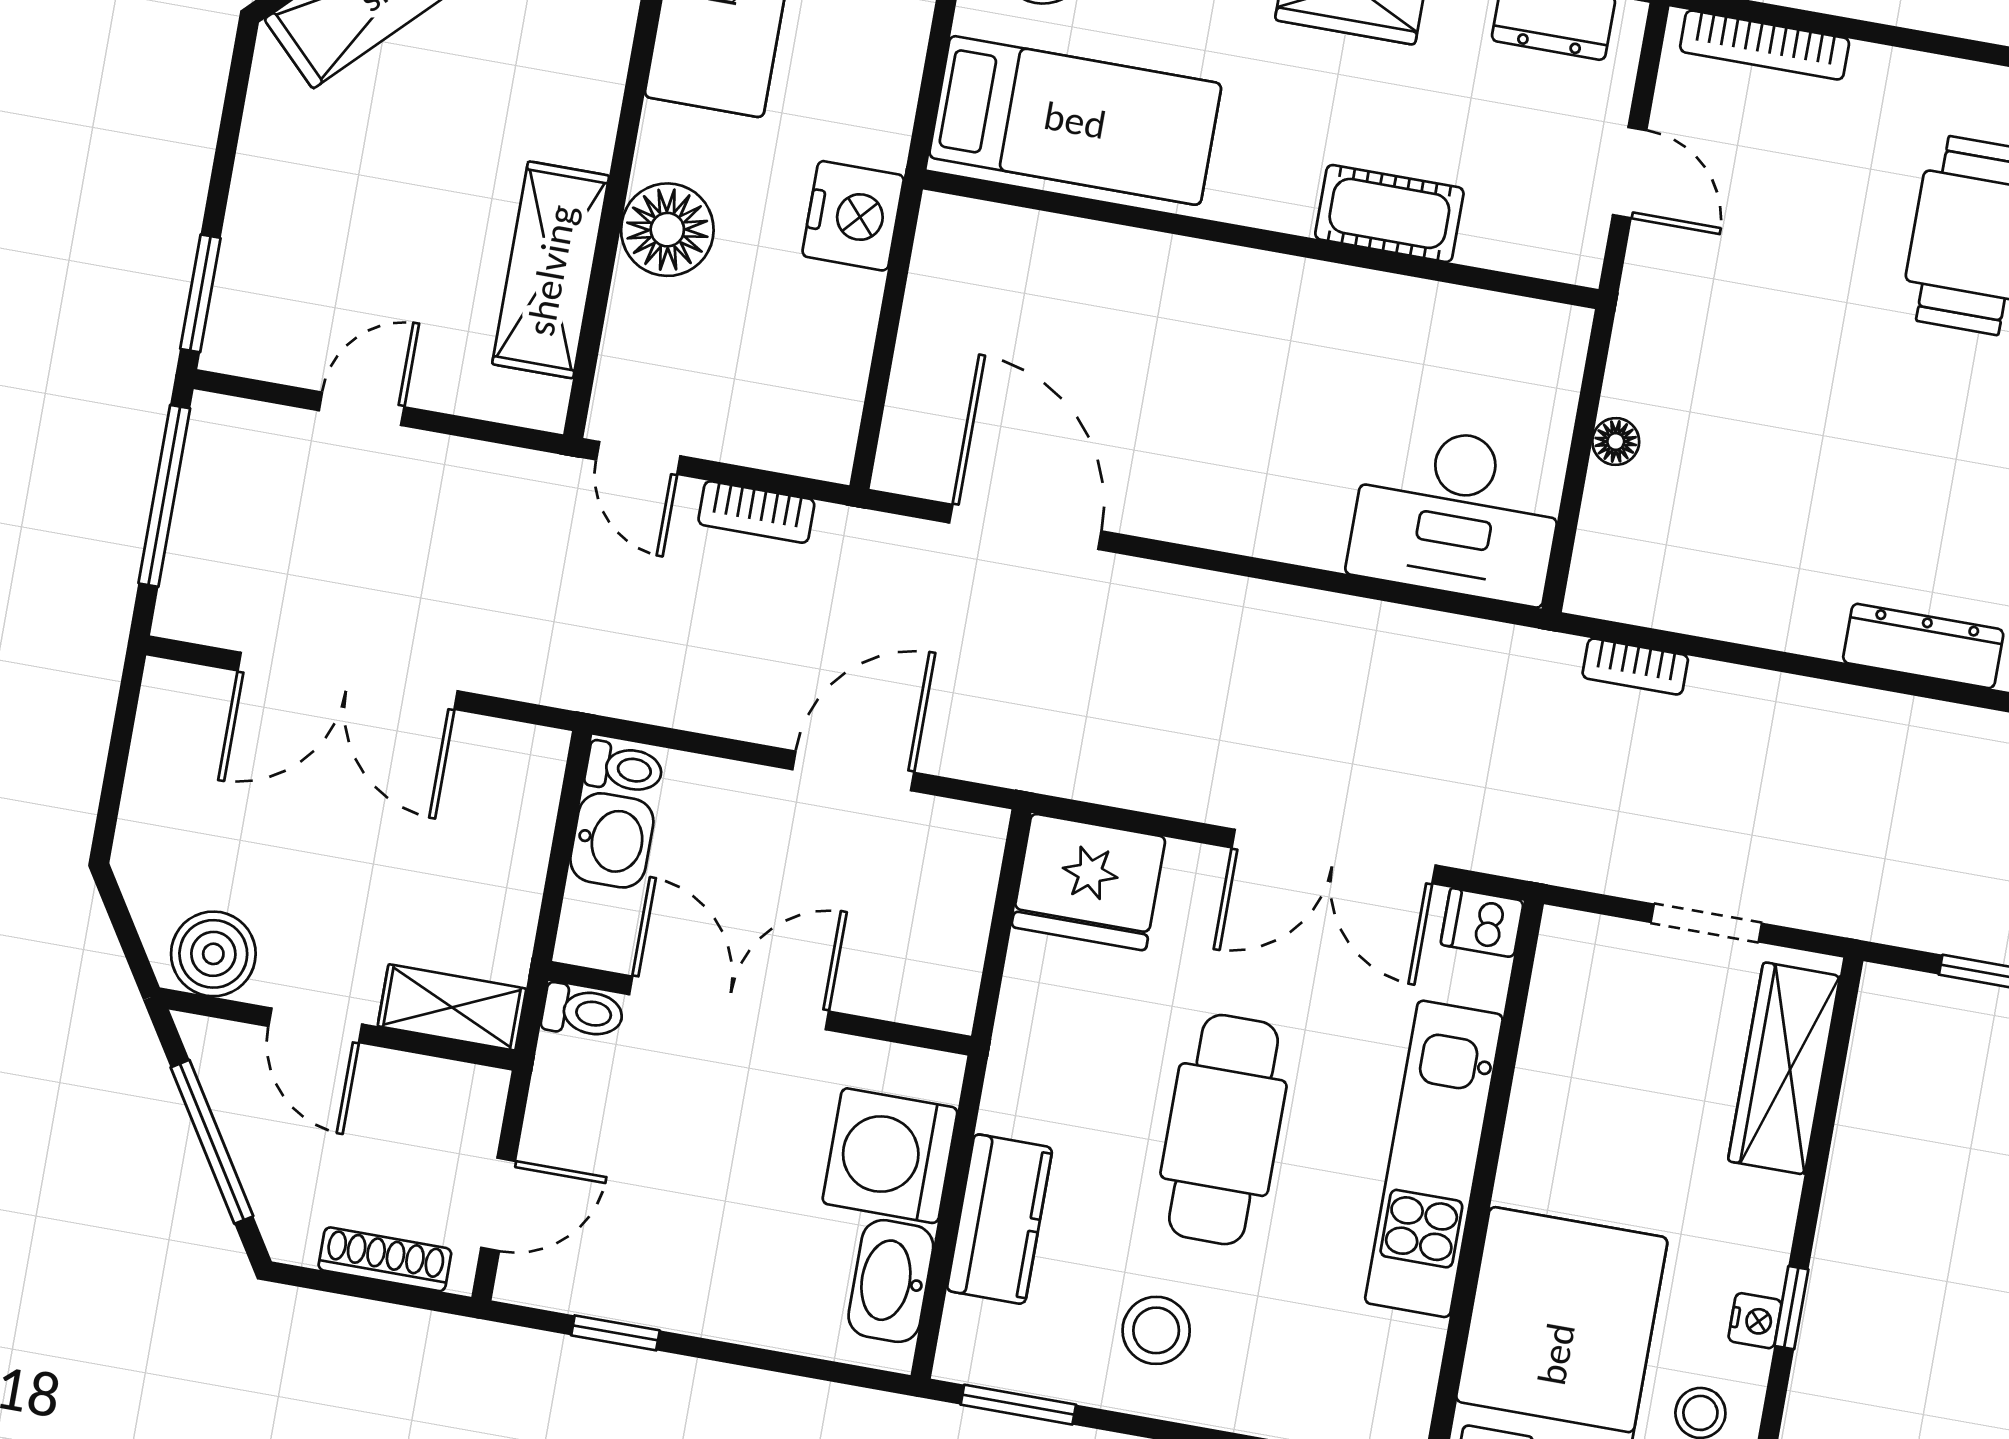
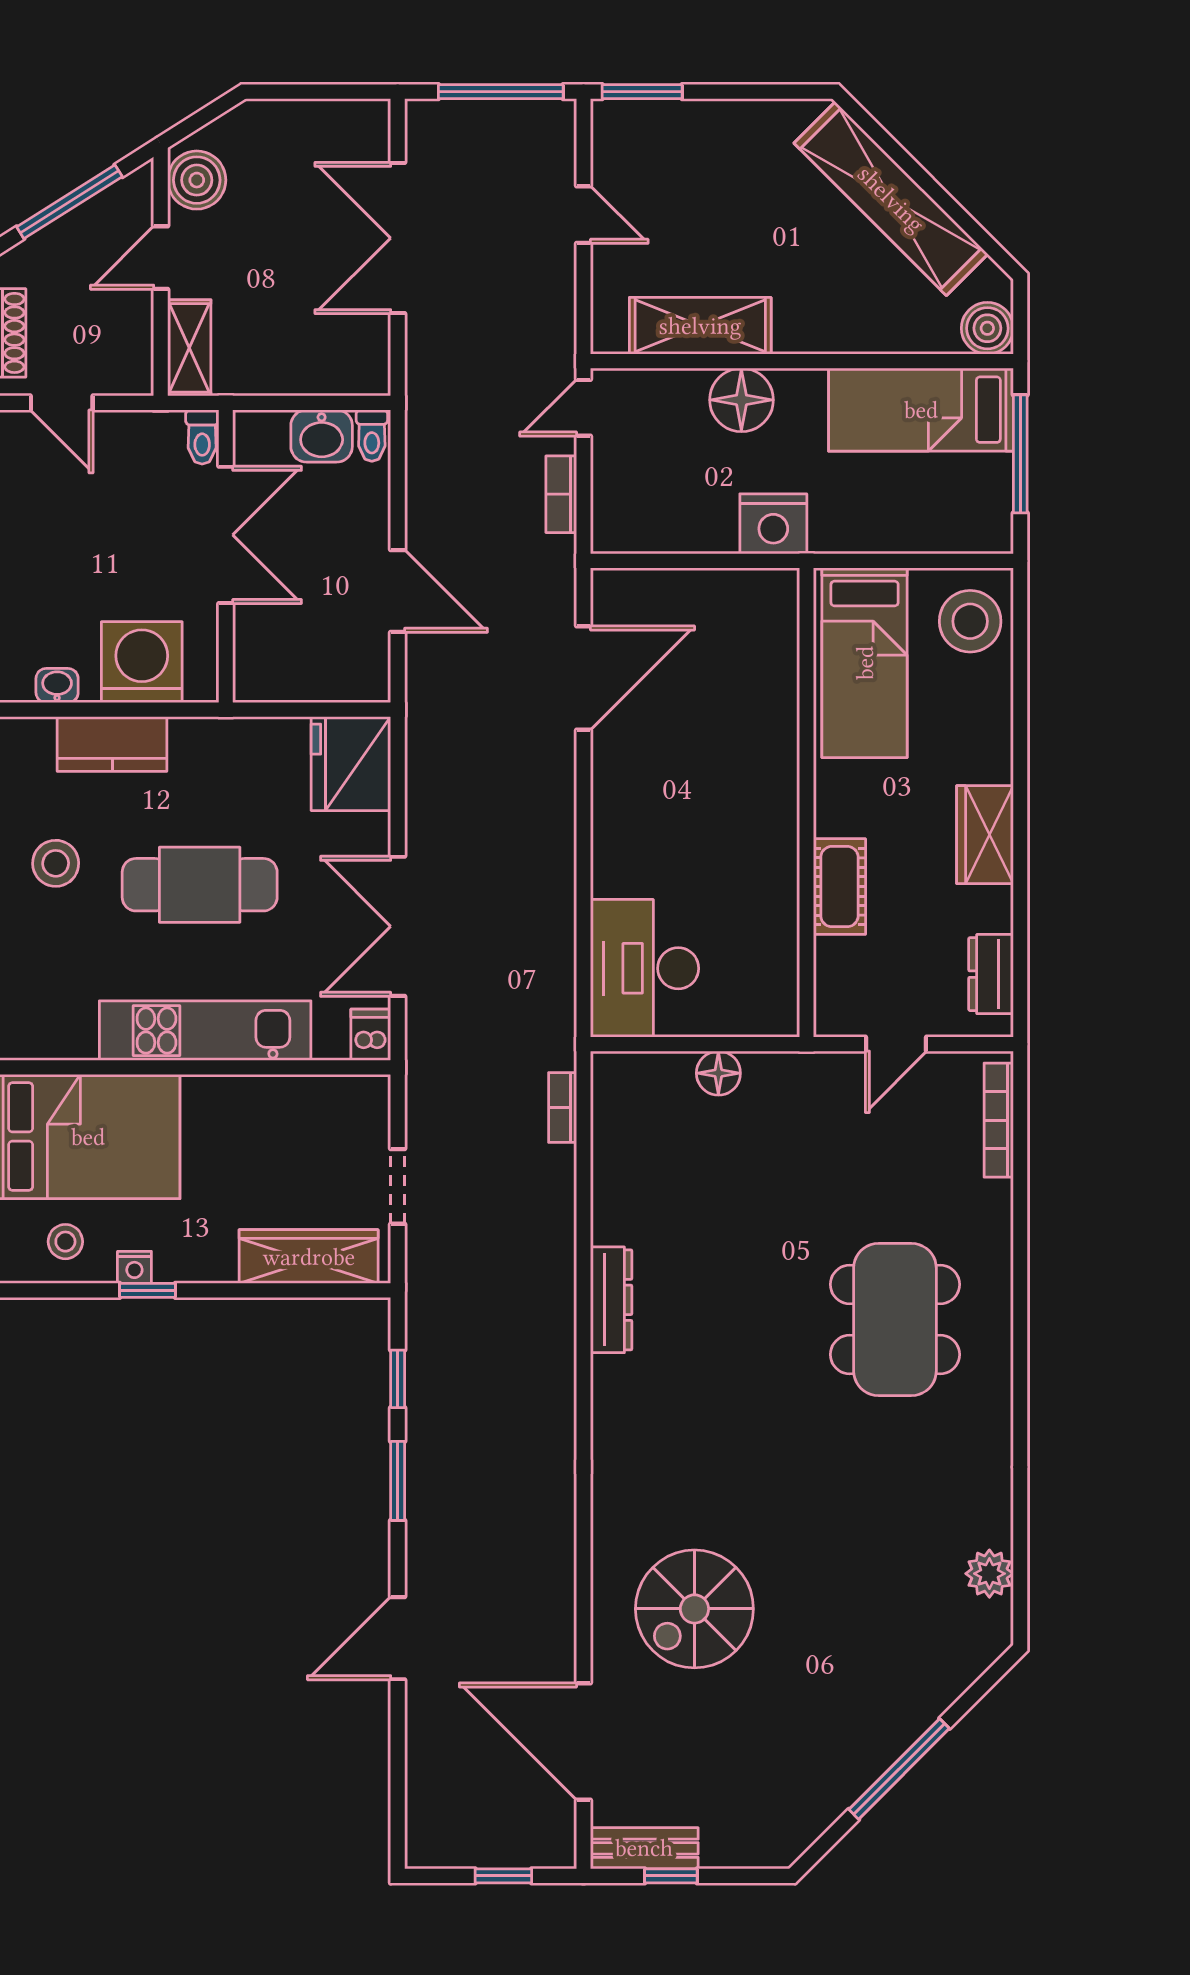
floor lamp: (1616, 441) -> (718, 1073), width x1.37, depth x1.37
washbasin: (891, 1281) -> (57, 686), width x0.52, depth x0.69

